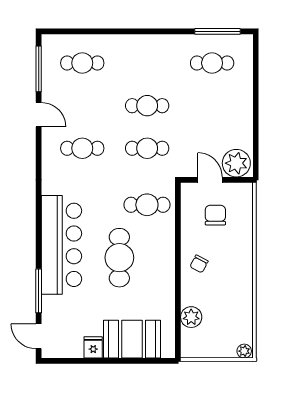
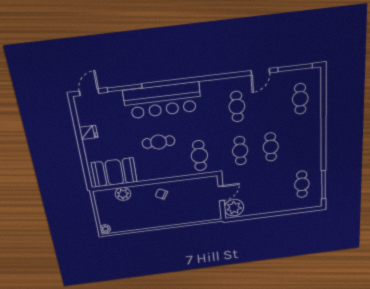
chair: (215, 215) -> (197, 200), removed
cafe table: (119, 258) -> (159, 142), width x0.73, depth x0.74
booth: (132, 339) -> (114, 172), moved, turned 90

